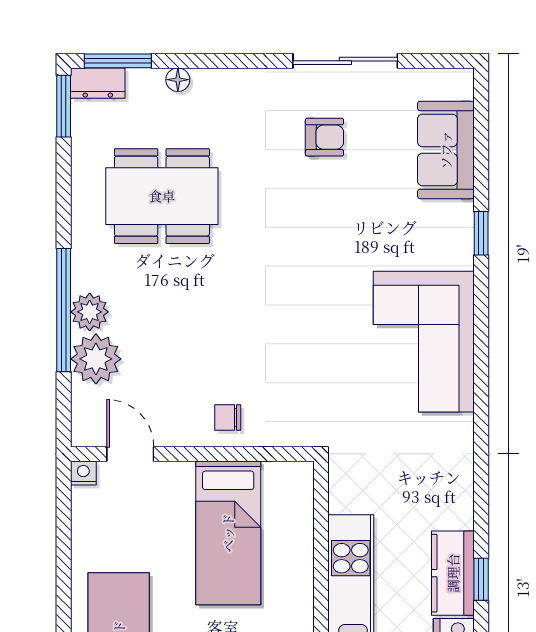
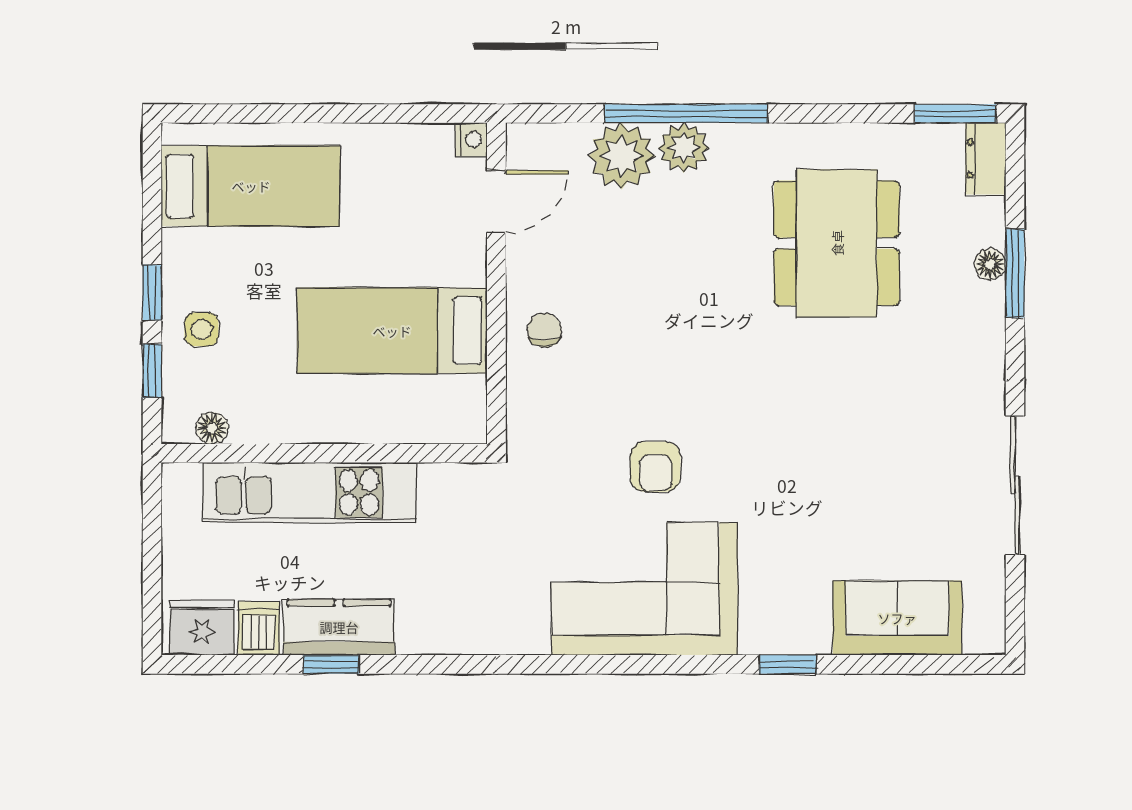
window: (118, 61) -> (1015, 273), moved
armchair: (324, 137) -> (655, 467), moved

